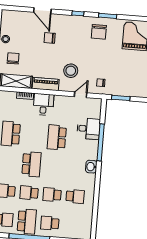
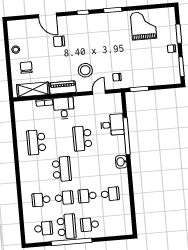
chair: (99, 32) -> (107, 27), removed
school desk: (29, 193) -> (64, 198), turned 180

